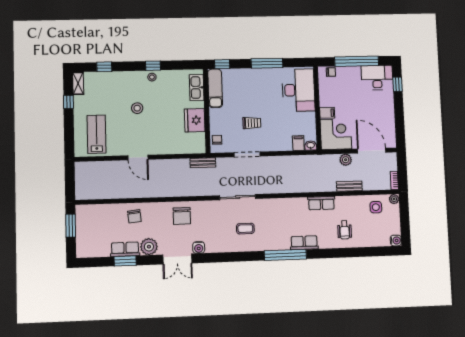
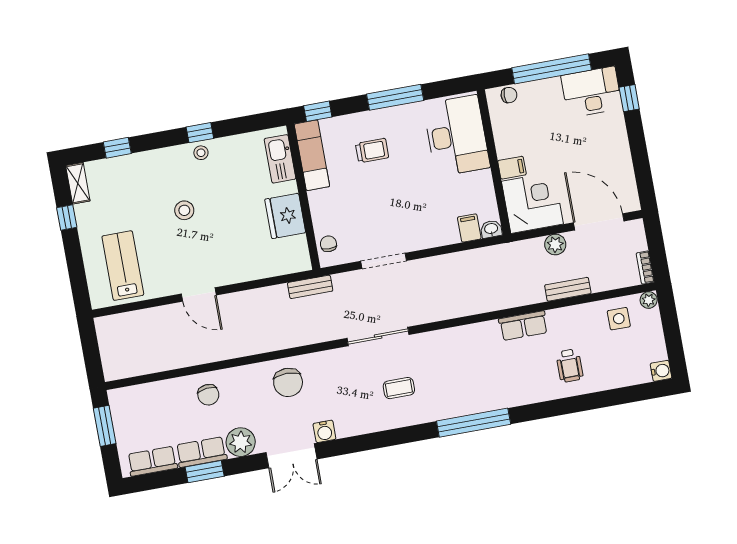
trolley: (252, 123) -> (372, 151), moved
row of seats: (304, 243) -> (152, 461), moved

